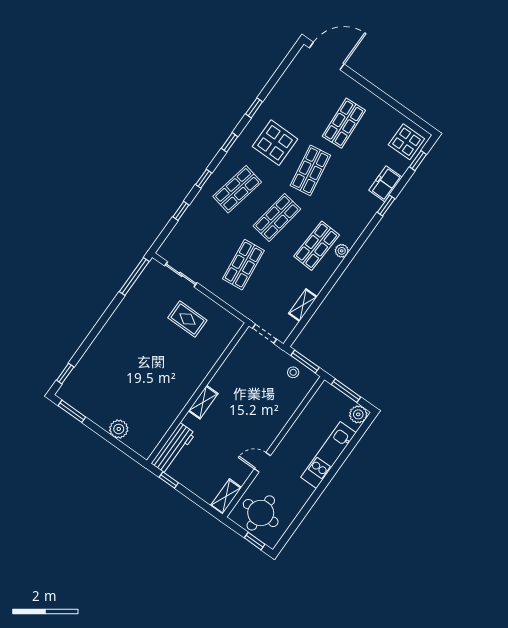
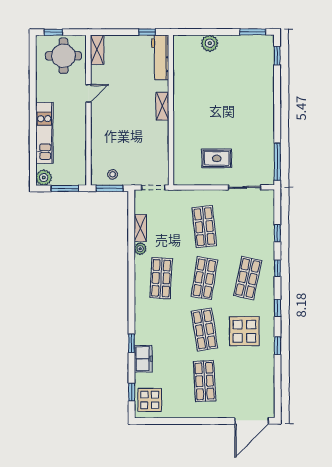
plant: (342, 251) -> (140, 249), moved

